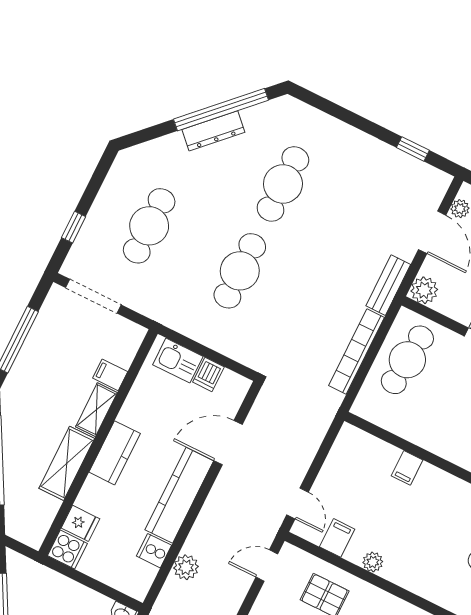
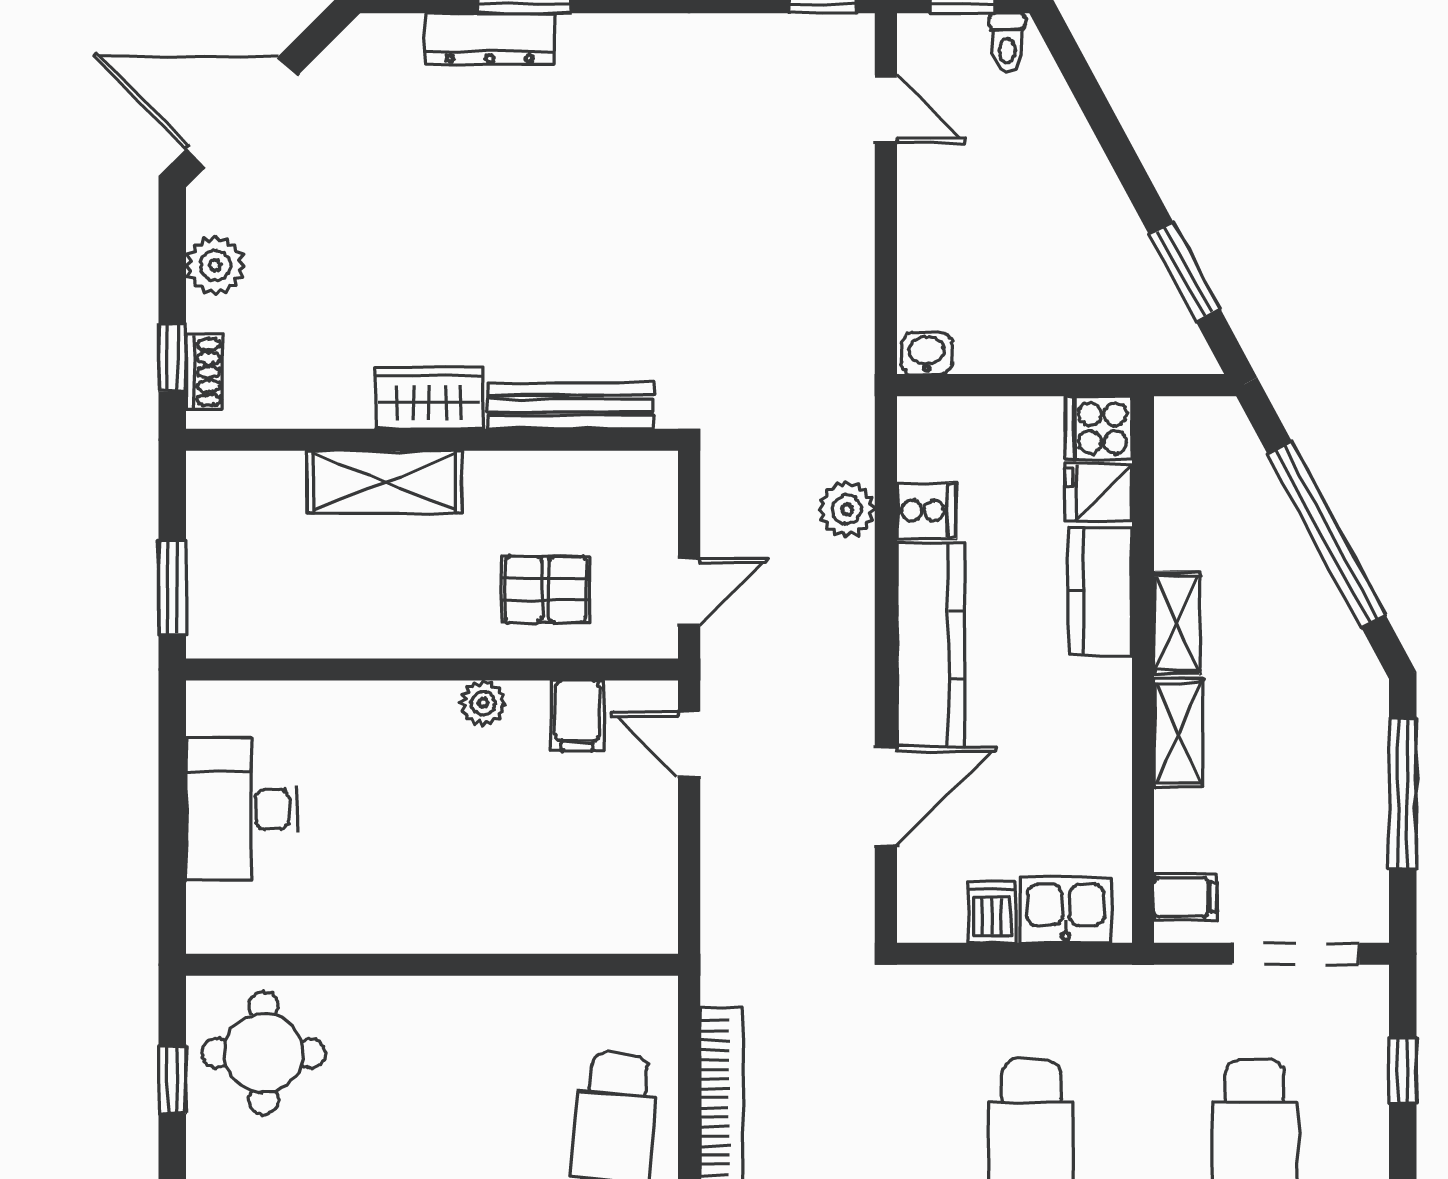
filing cabinet: (110, 375) -> (1185, 897), moved
kitchen counter: (115, 453) -> (1100, 591), moved
shelving: (67, 463) -> (1177, 623), width x0.67, depth x0.75
filing cabinet: (407, 468) -> (508, 922), removed

